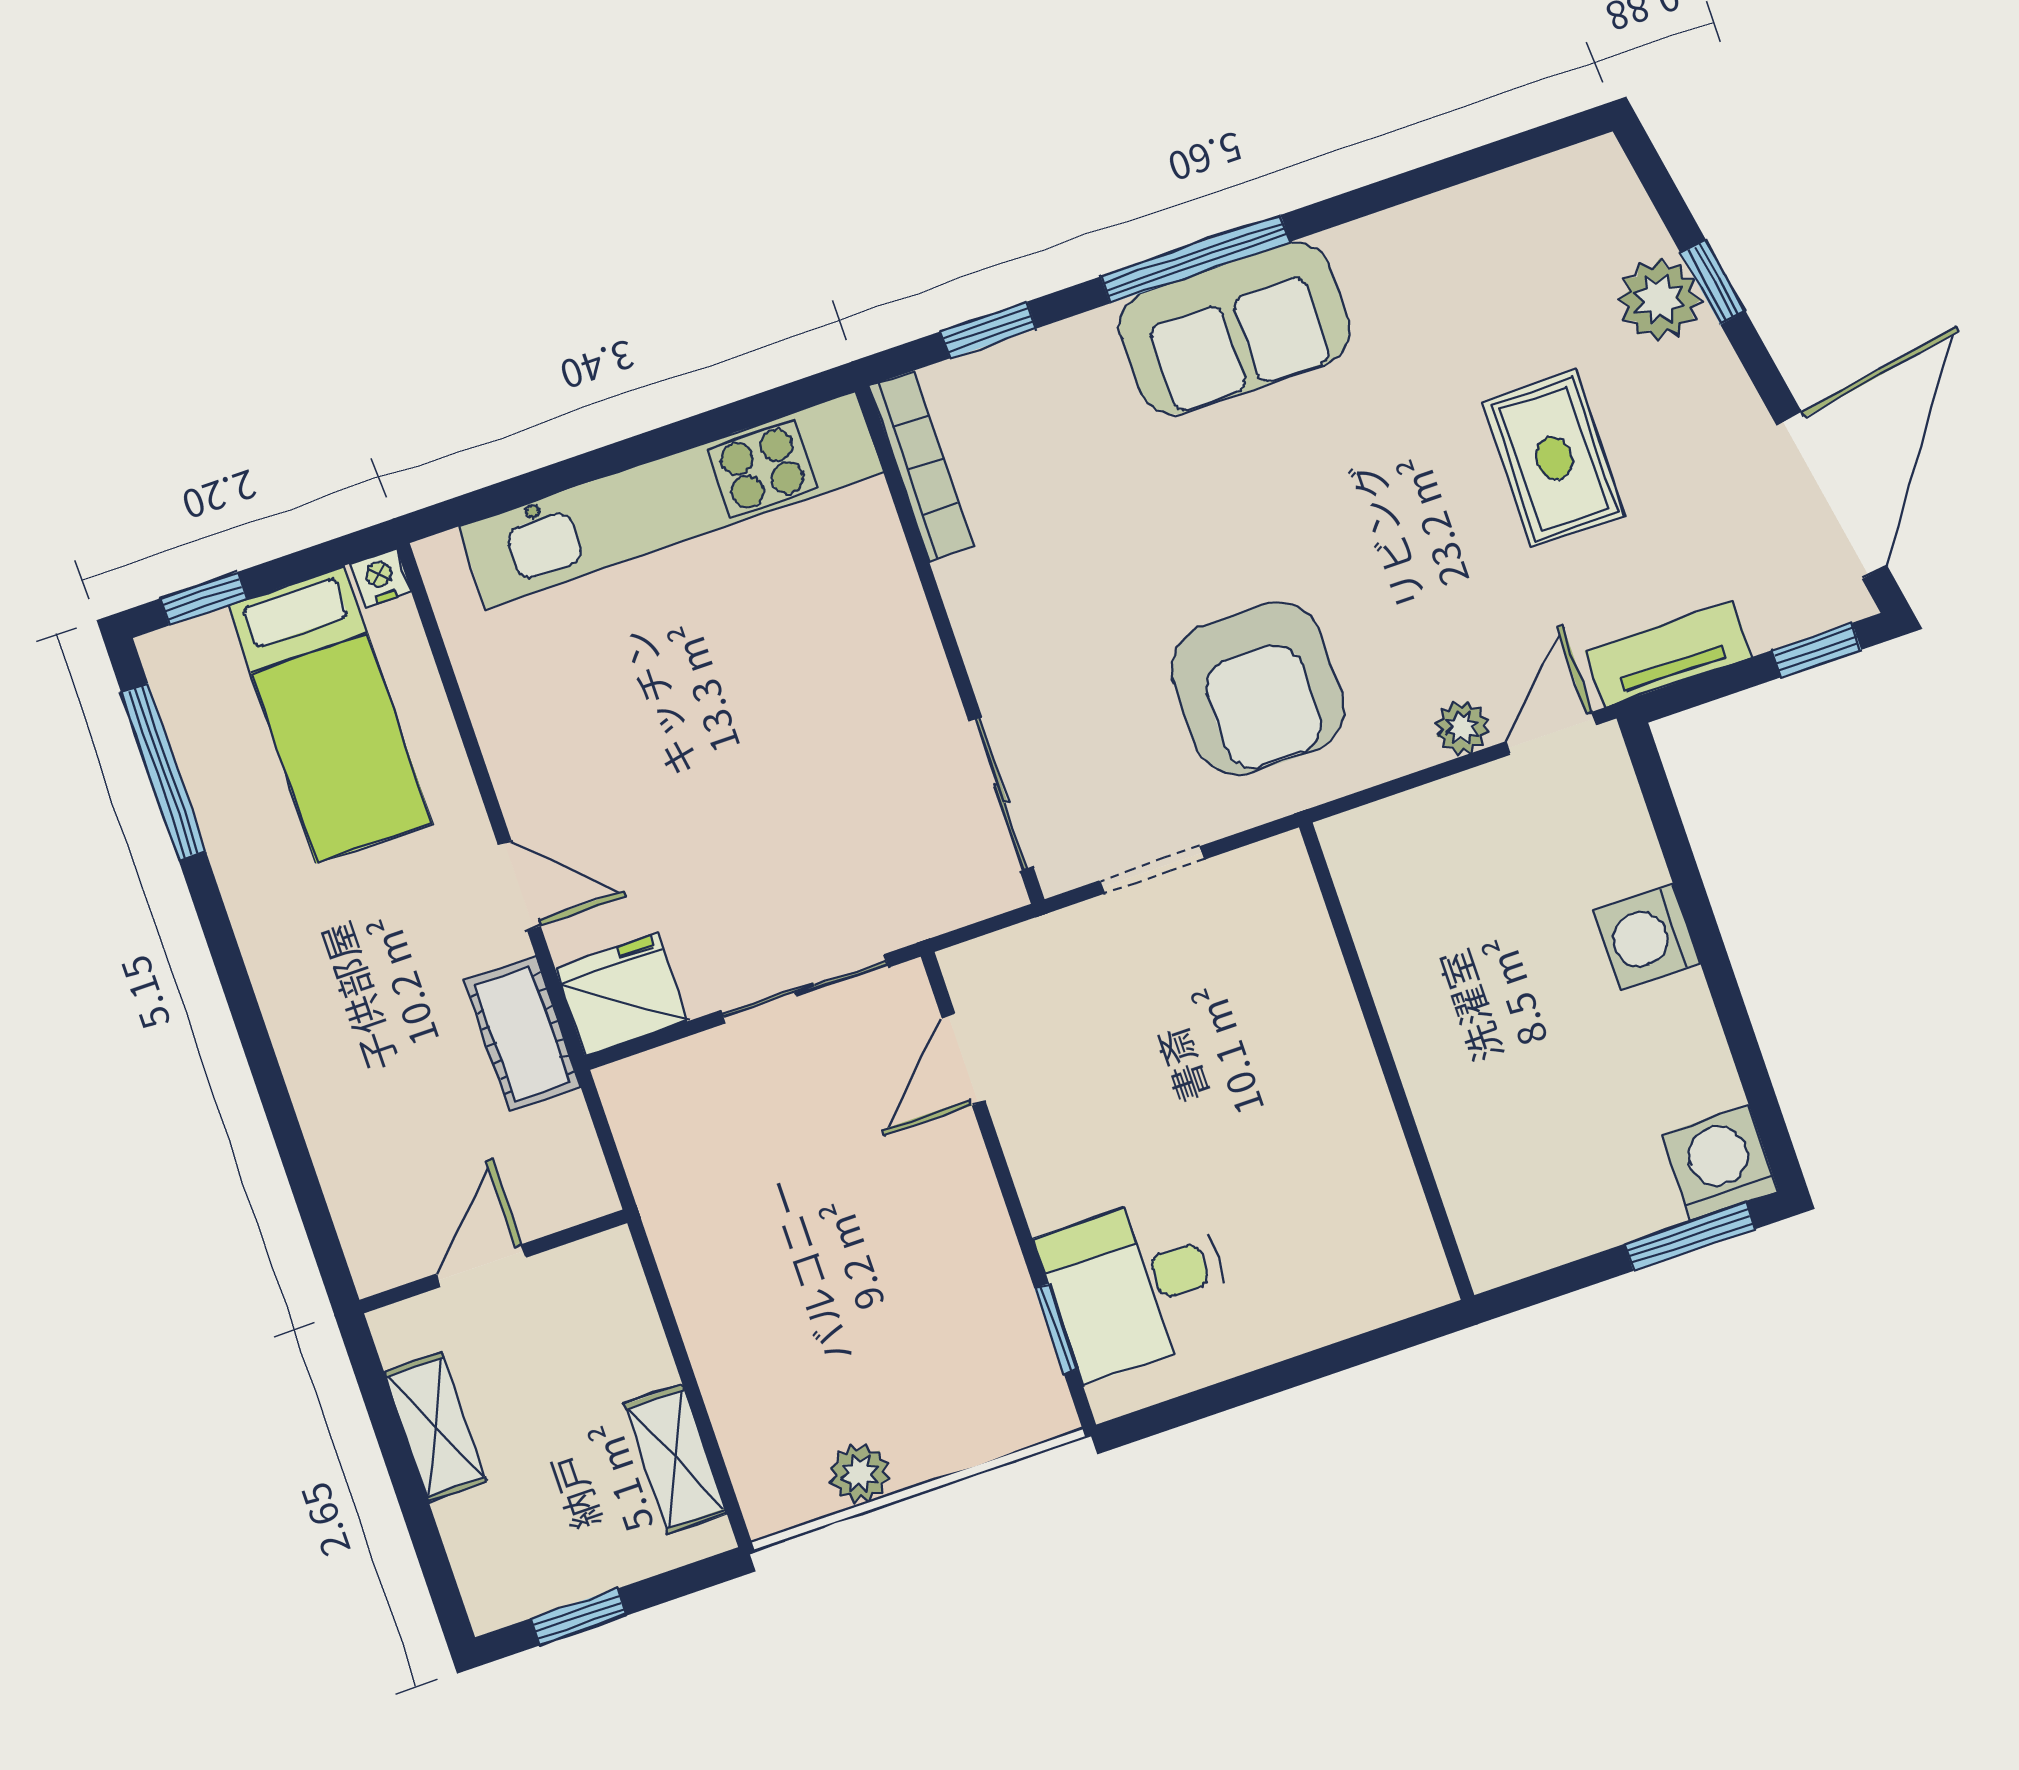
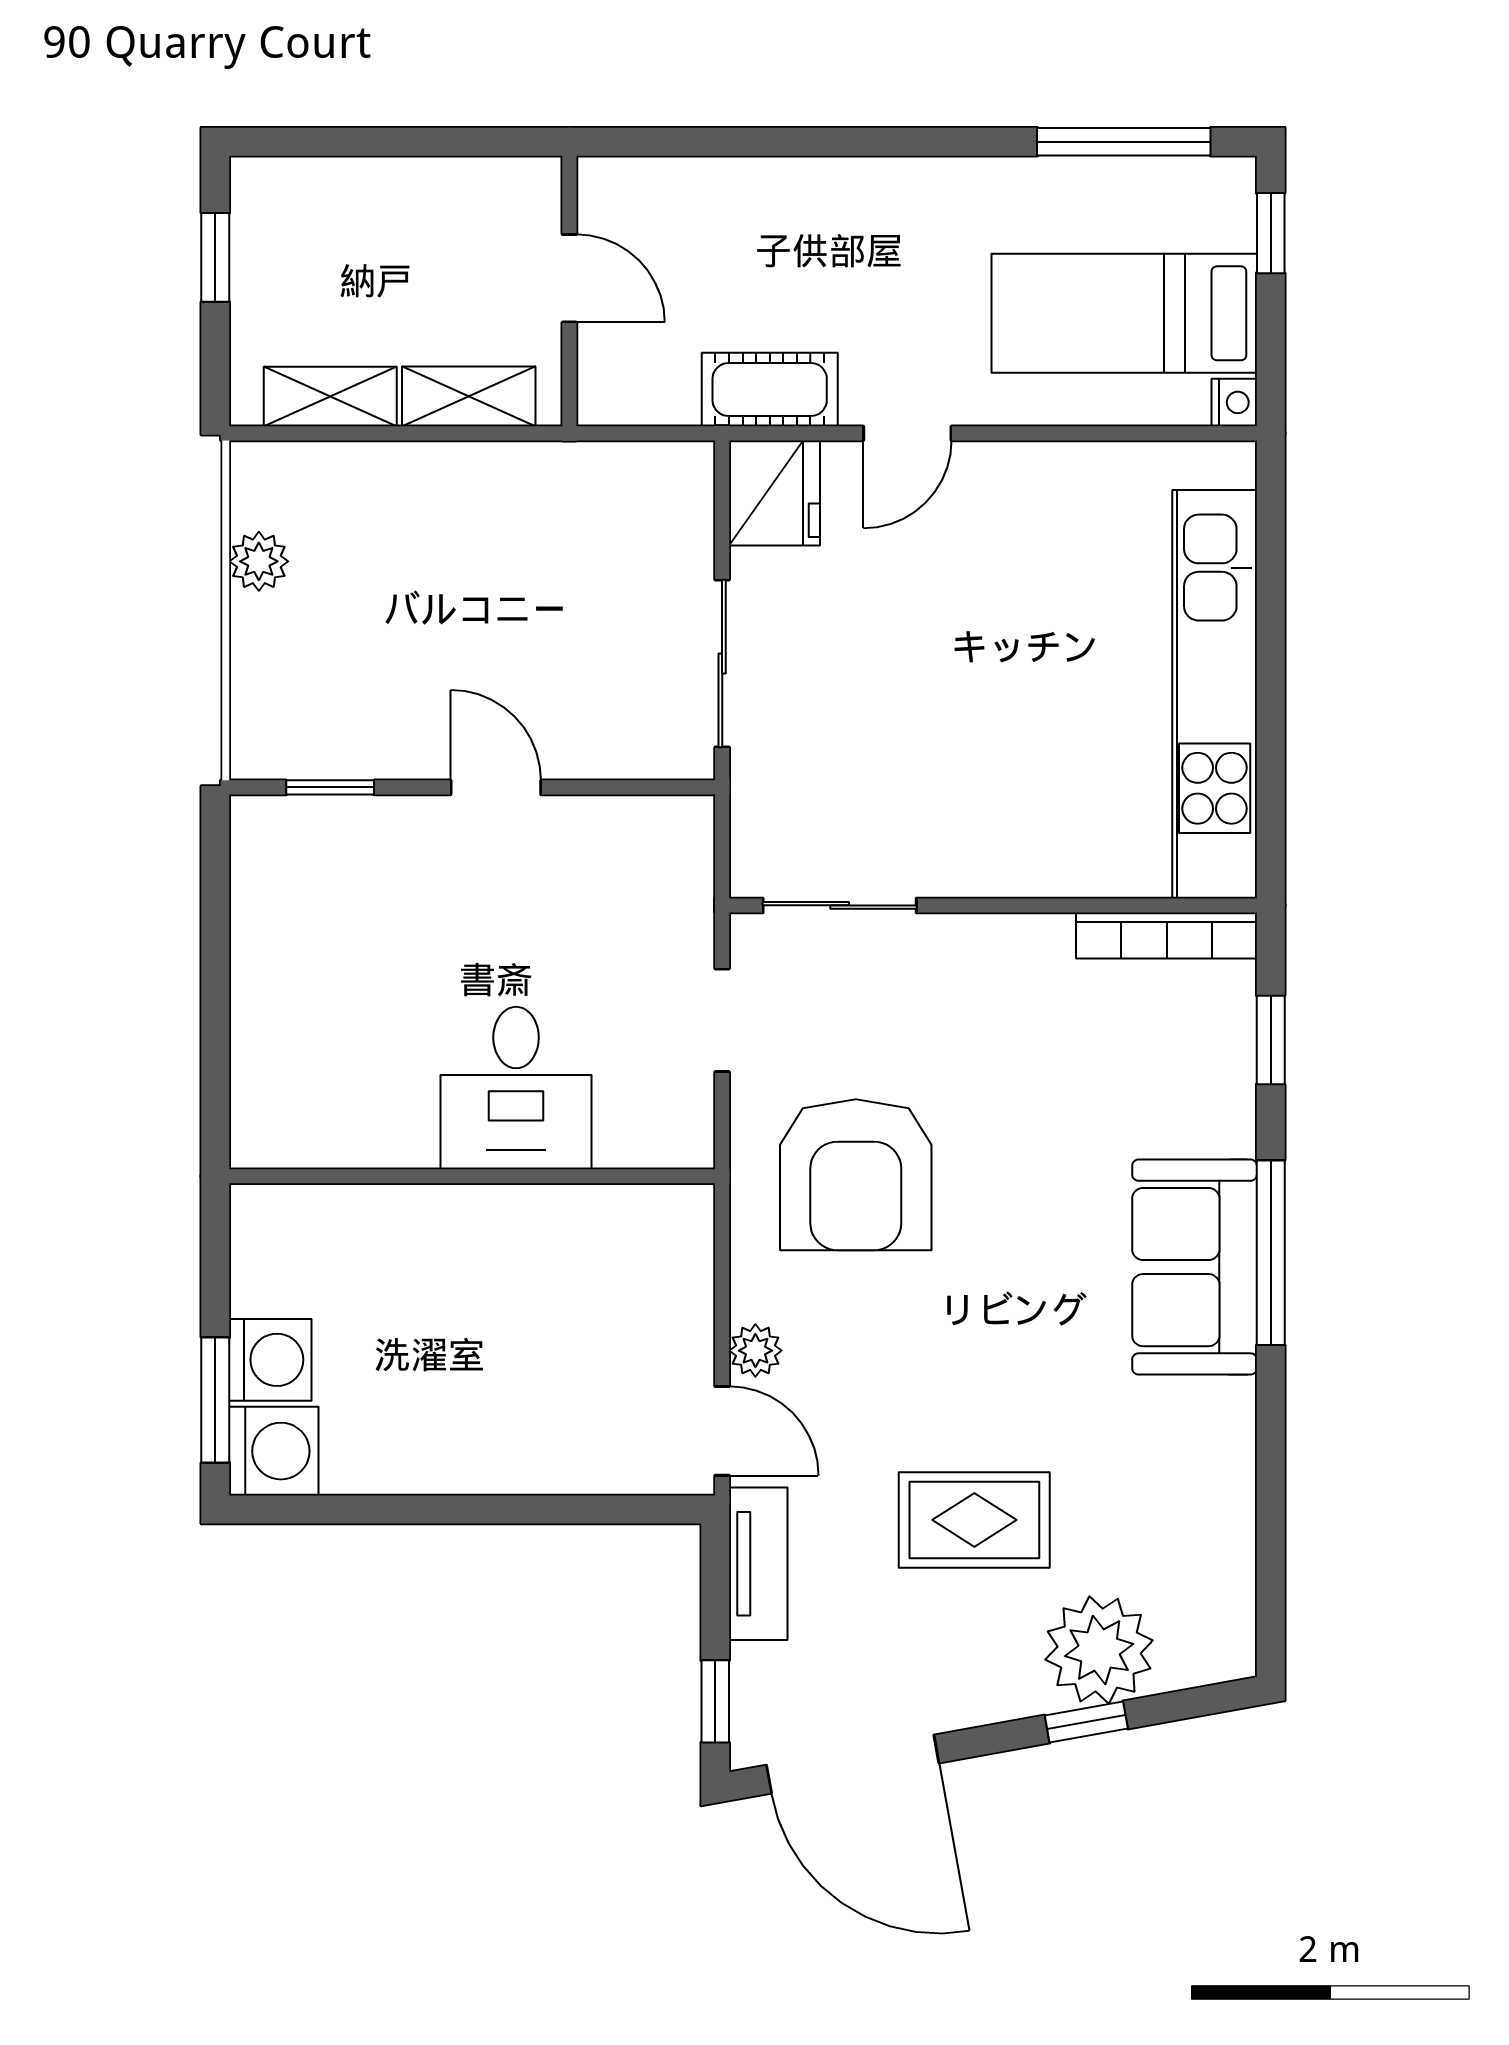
plant: (1659, 300) -> (1099, 1650), width x1.36, depth x1.36
armchair: (1258, 689) -> (856, 1175), turned -90
washing machine: (1647, 937) -> (270, 1360), moved, turned 90
door: (964, 1059) -> (496, 787), moved
desk: (1137, 1285) -> (516, 1088), moved, turned 180
shelving: (435, 1427) -> (469, 396), moved

